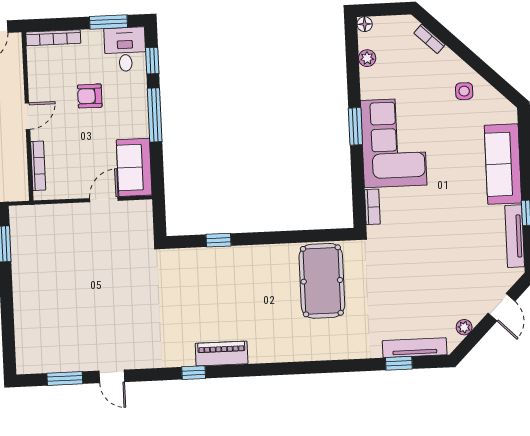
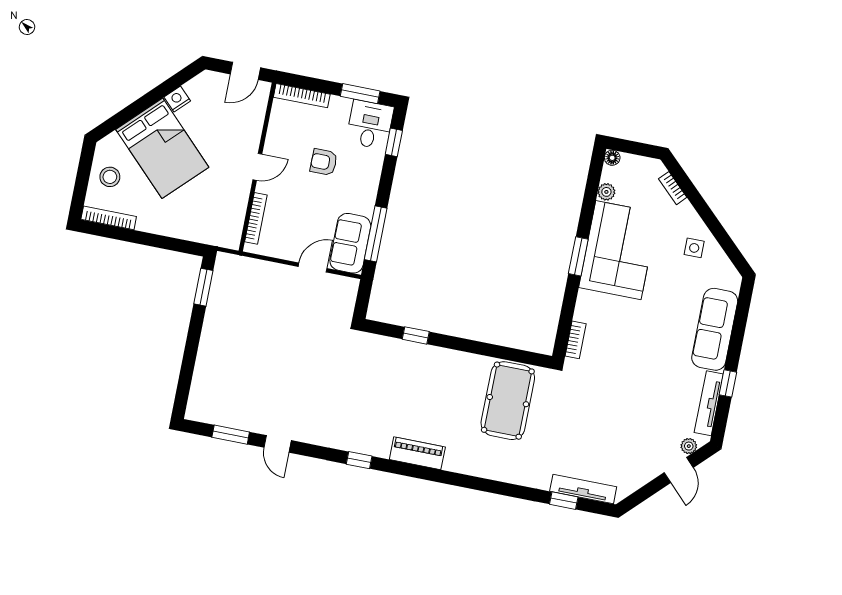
window: (155, 115) -> (376, 234), moved
corner sofa: (394, 143) -> (618, 250), moved
plant: (464, 327) -> (689, 446), moved
piano: (222, 354) -> (417, 453), moved

